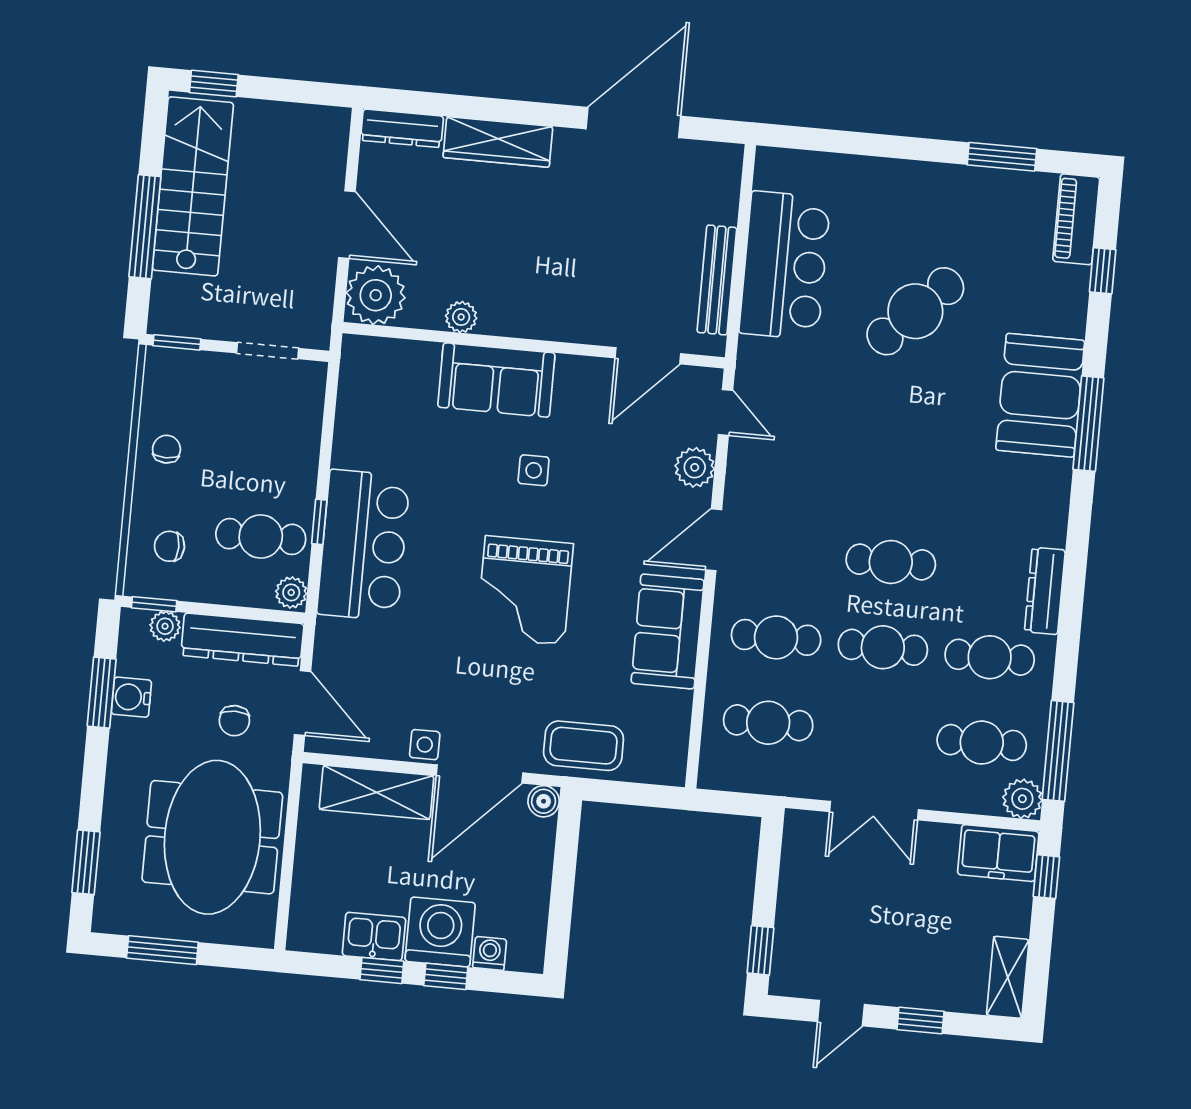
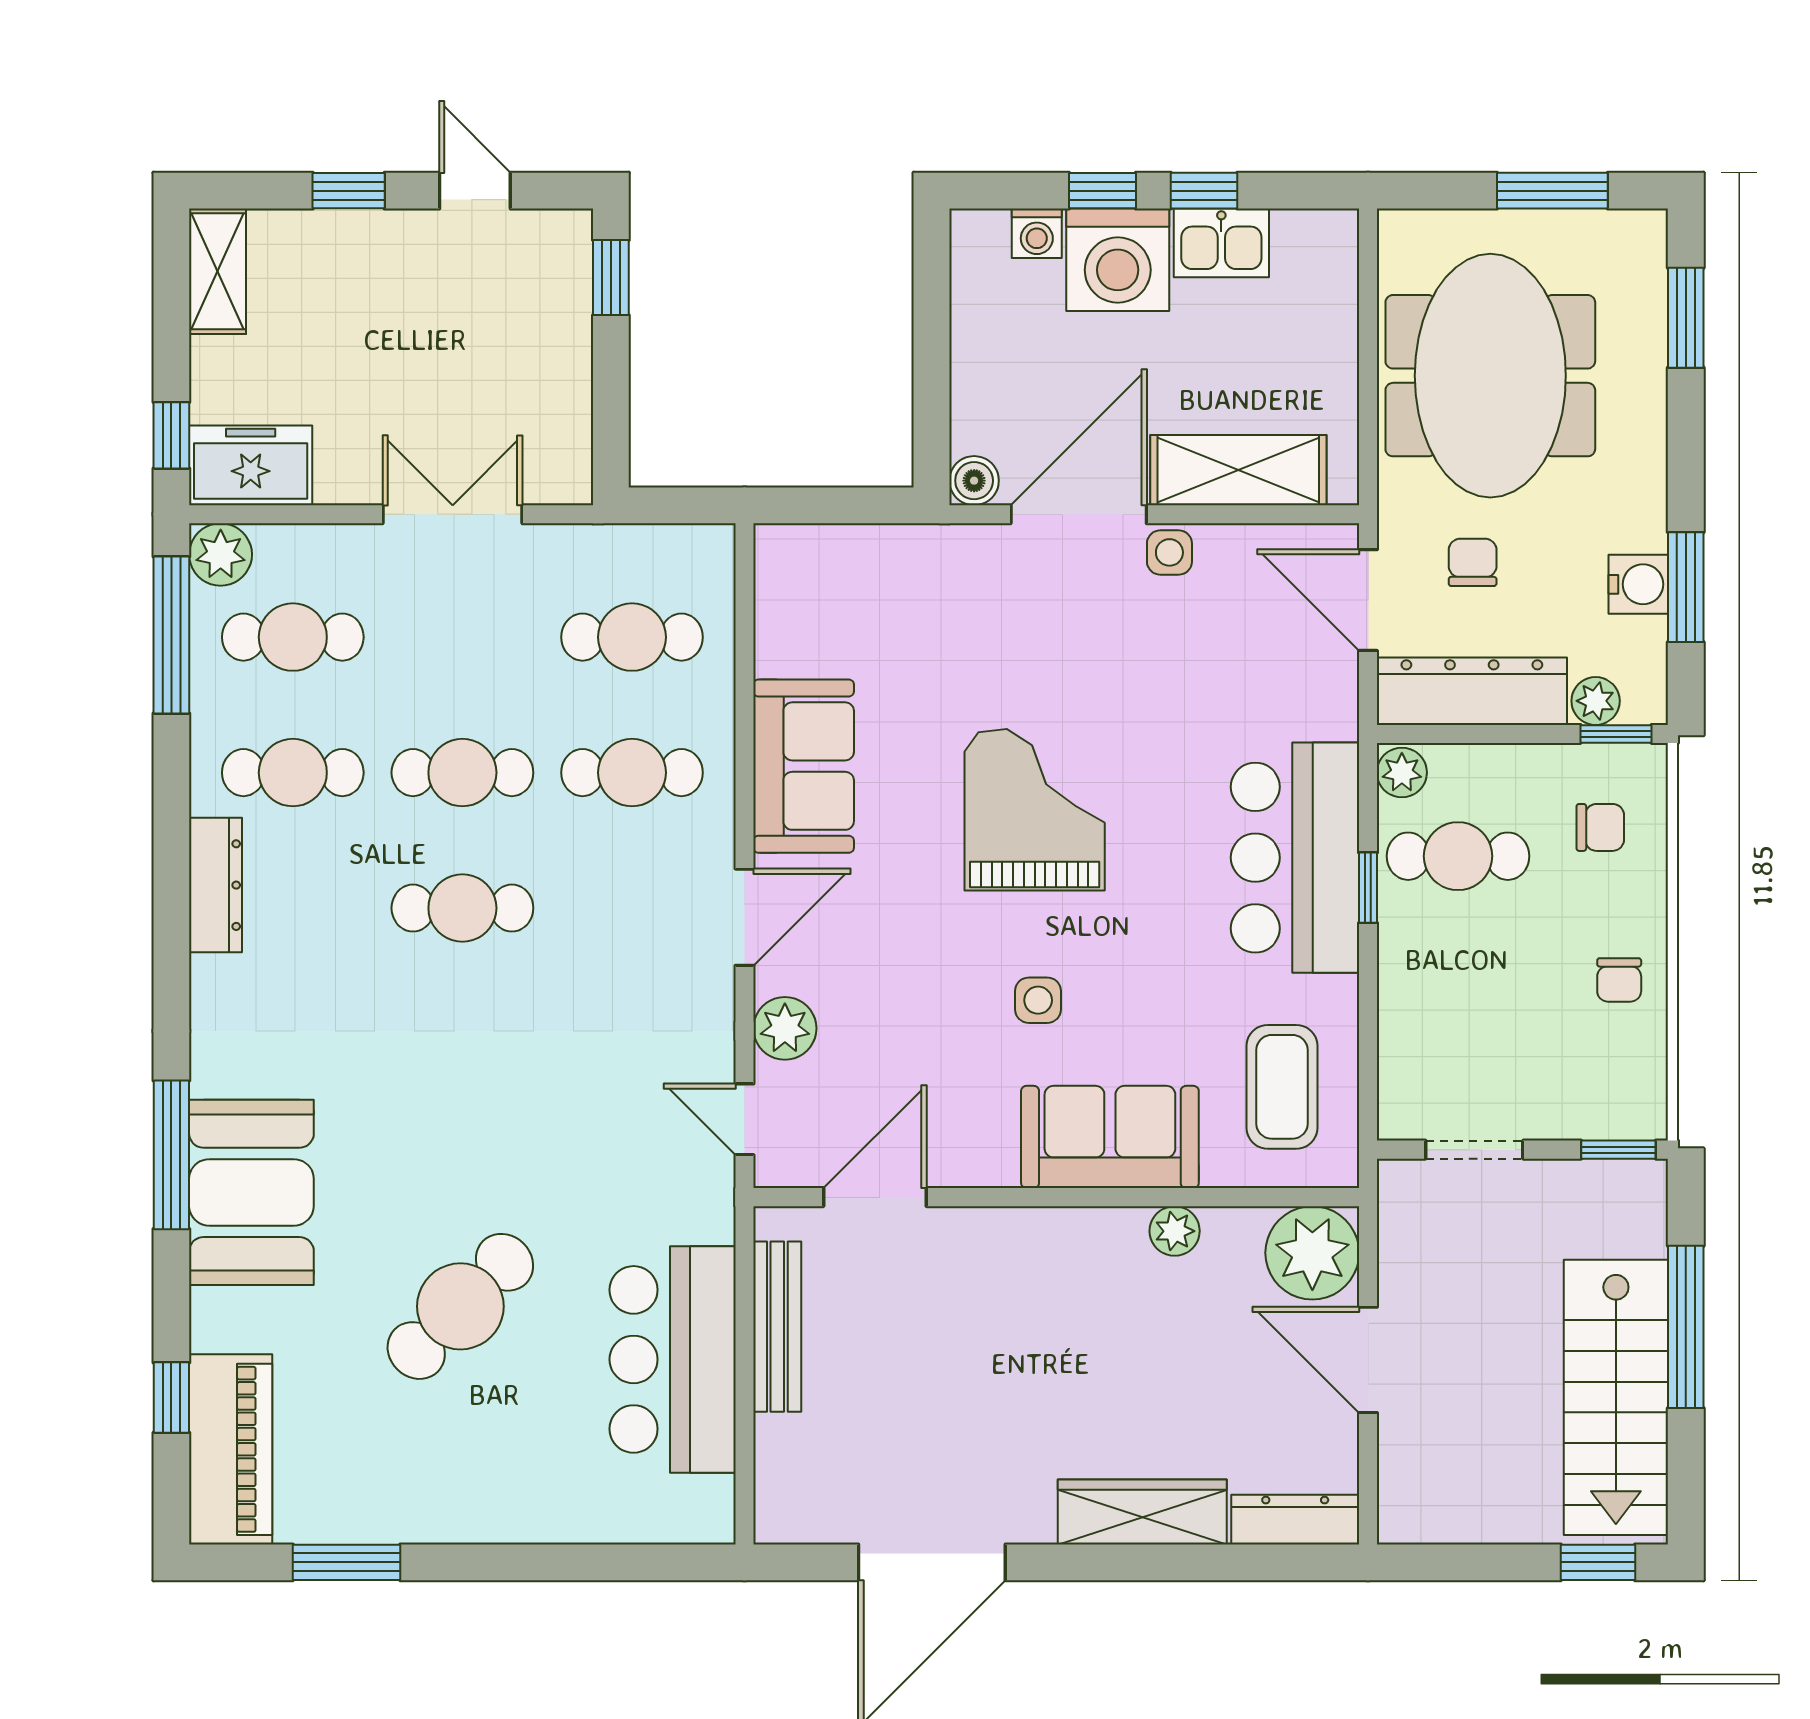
piano: (1076, 219) -> (231, 1449), width x1.37, depth x1.33
coffee table: (584, 746) -> (1282, 1087), moved, turned 90
door: (841, 1013) -> (475, 191), hinge flipped

